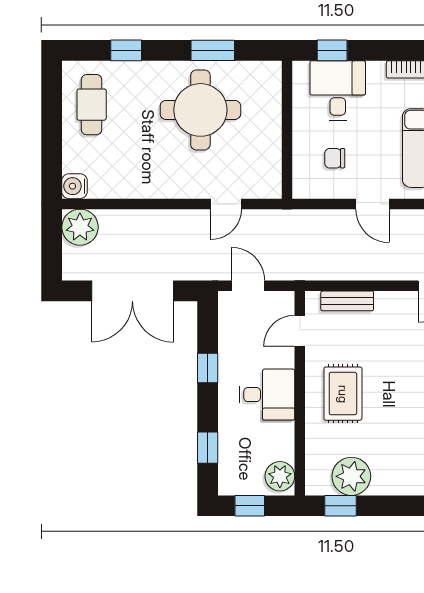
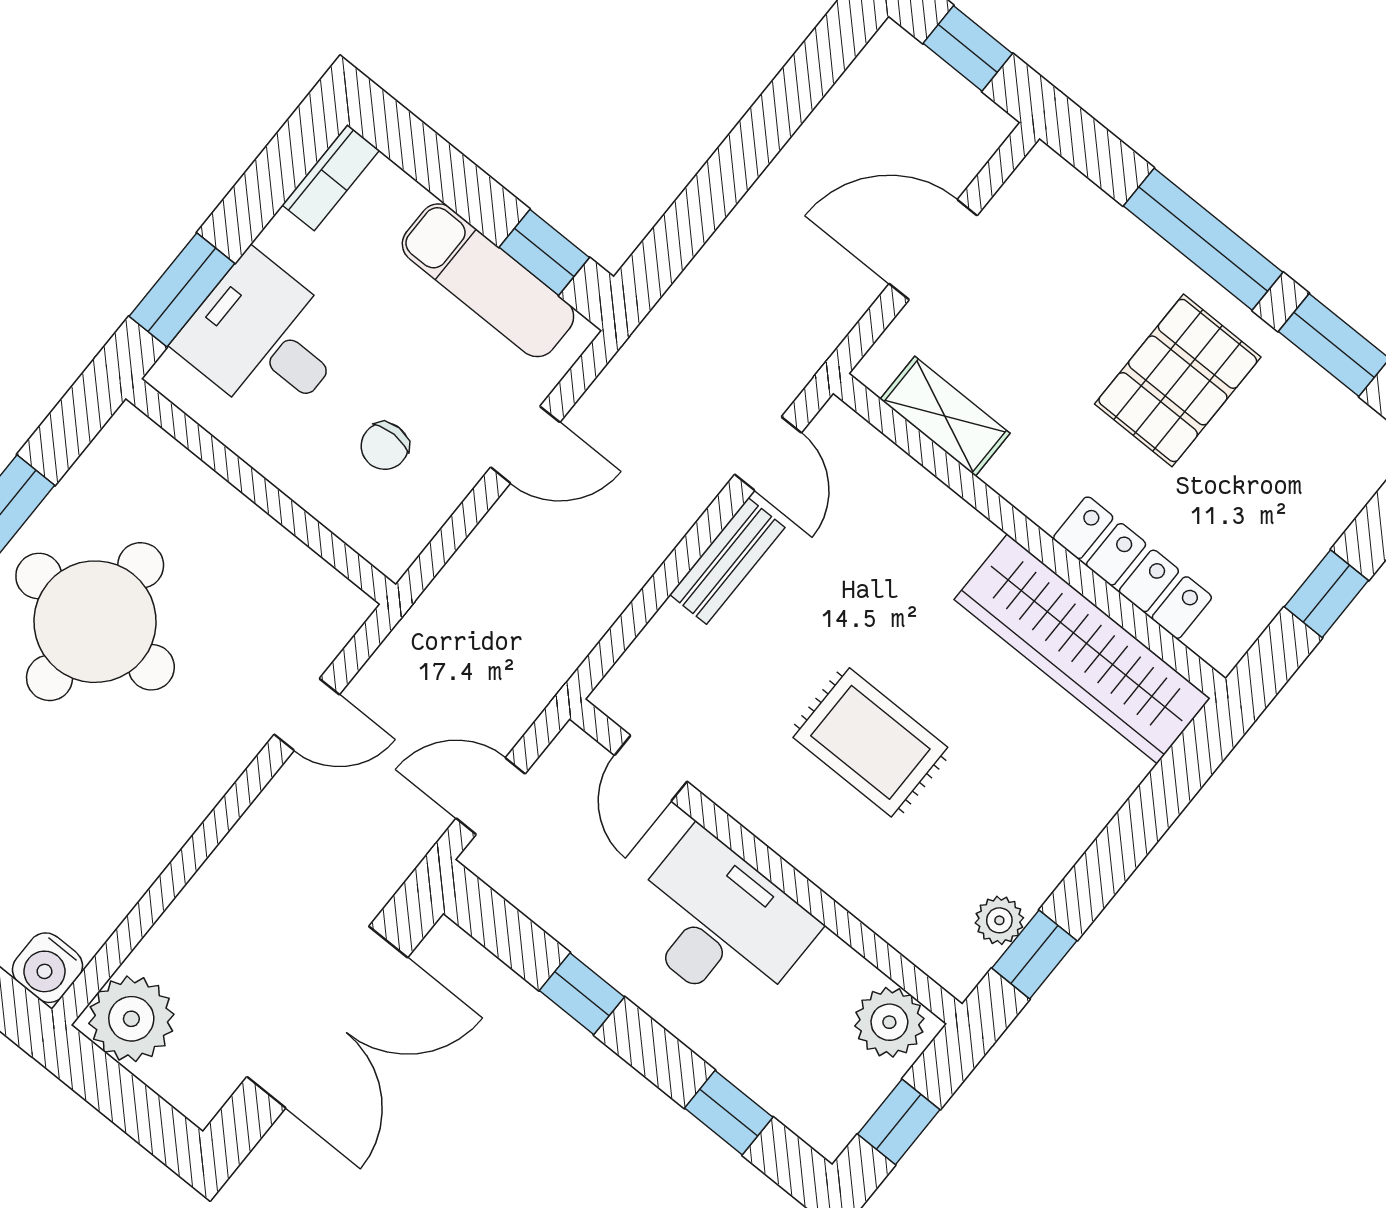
window: (332, 50) -> (182, 290), width x1.50
door: (226, 204) -> (307, 715), hinge flipped
bench: (347, 301) -> (727, 561), moved
rug: (343, 394) -> (870, 742), moved
desk: (267, 395) -> (720, 924), width x1.37
plant: (351, 476) -> (999, 920), width x0.53, depth x0.53

